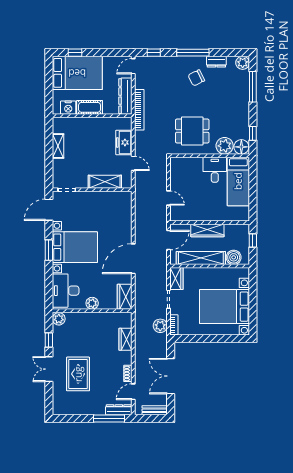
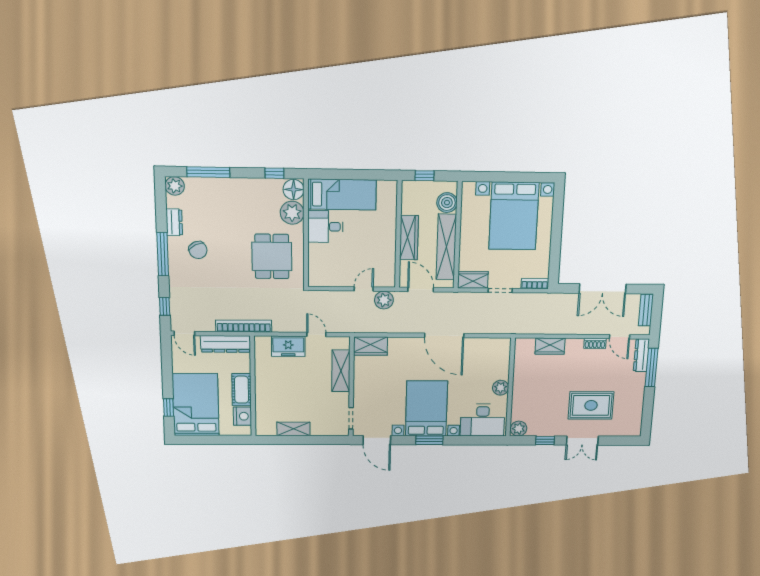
door: (133, 163) -> (316, 334), hinge flipped
wardrobe: (125, 297) -> (371, 346), moved
plant: (160, 326) -> (384, 300), moved

